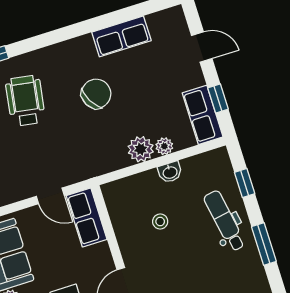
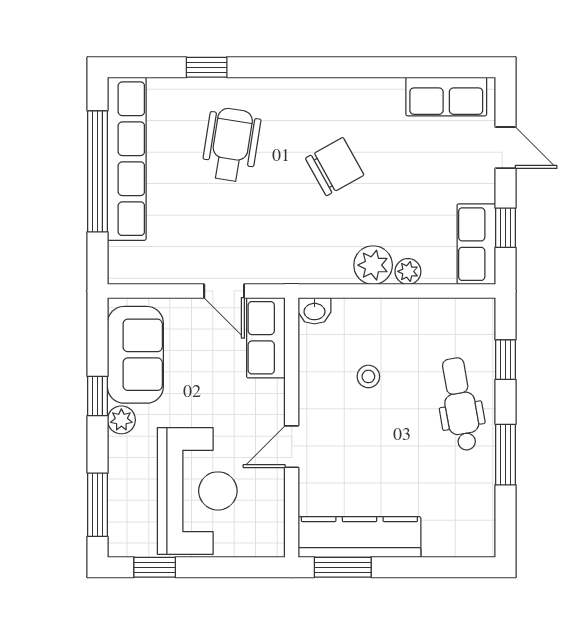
row of seats: (121, 36) -> (446, 96), moved
washbasin: (170, 172) -> (314, 311), moved

